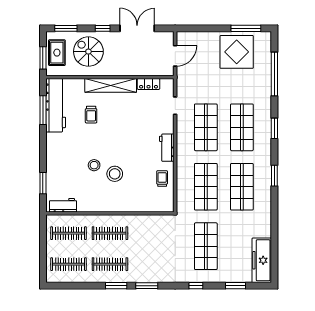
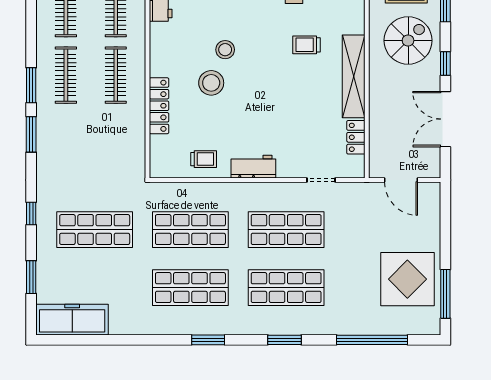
double door: (137, 28) -> (445, 119), swing flipped
locker: (129, 206) -> (159, 106), added

